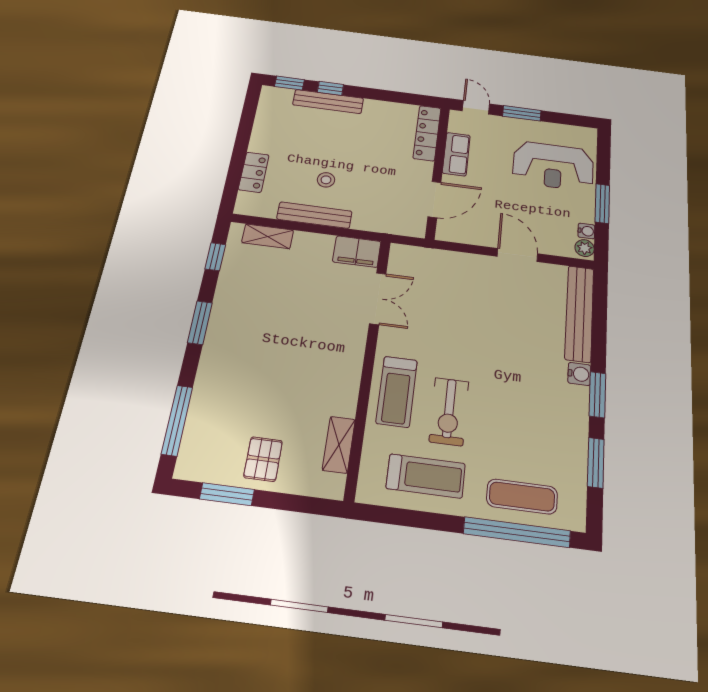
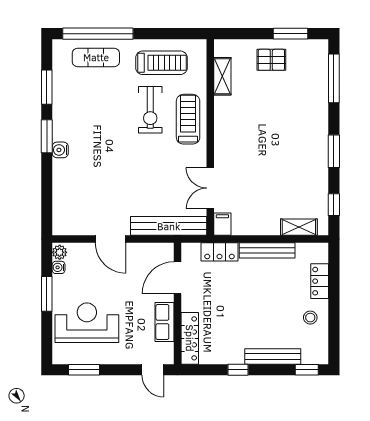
window: (330, 88) -> (238, 370), moved
window: (522, 113) -> (84, 370), moved
stool: (326, 180) -> (310, 318), moved
locker: (377, 222) -> (219, 252), added
filing cabinet: (357, 252) -> (222, 224), width x0.50
bench: (579, 313) -> (169, 226), moved, turned 90
exercise bike: (449, 411) -> (150, 110), turned 180
pallet: (263, 459) -> (271, 60), turned 90
treadmill: (426, 476) -> (161, 63), turned 180

